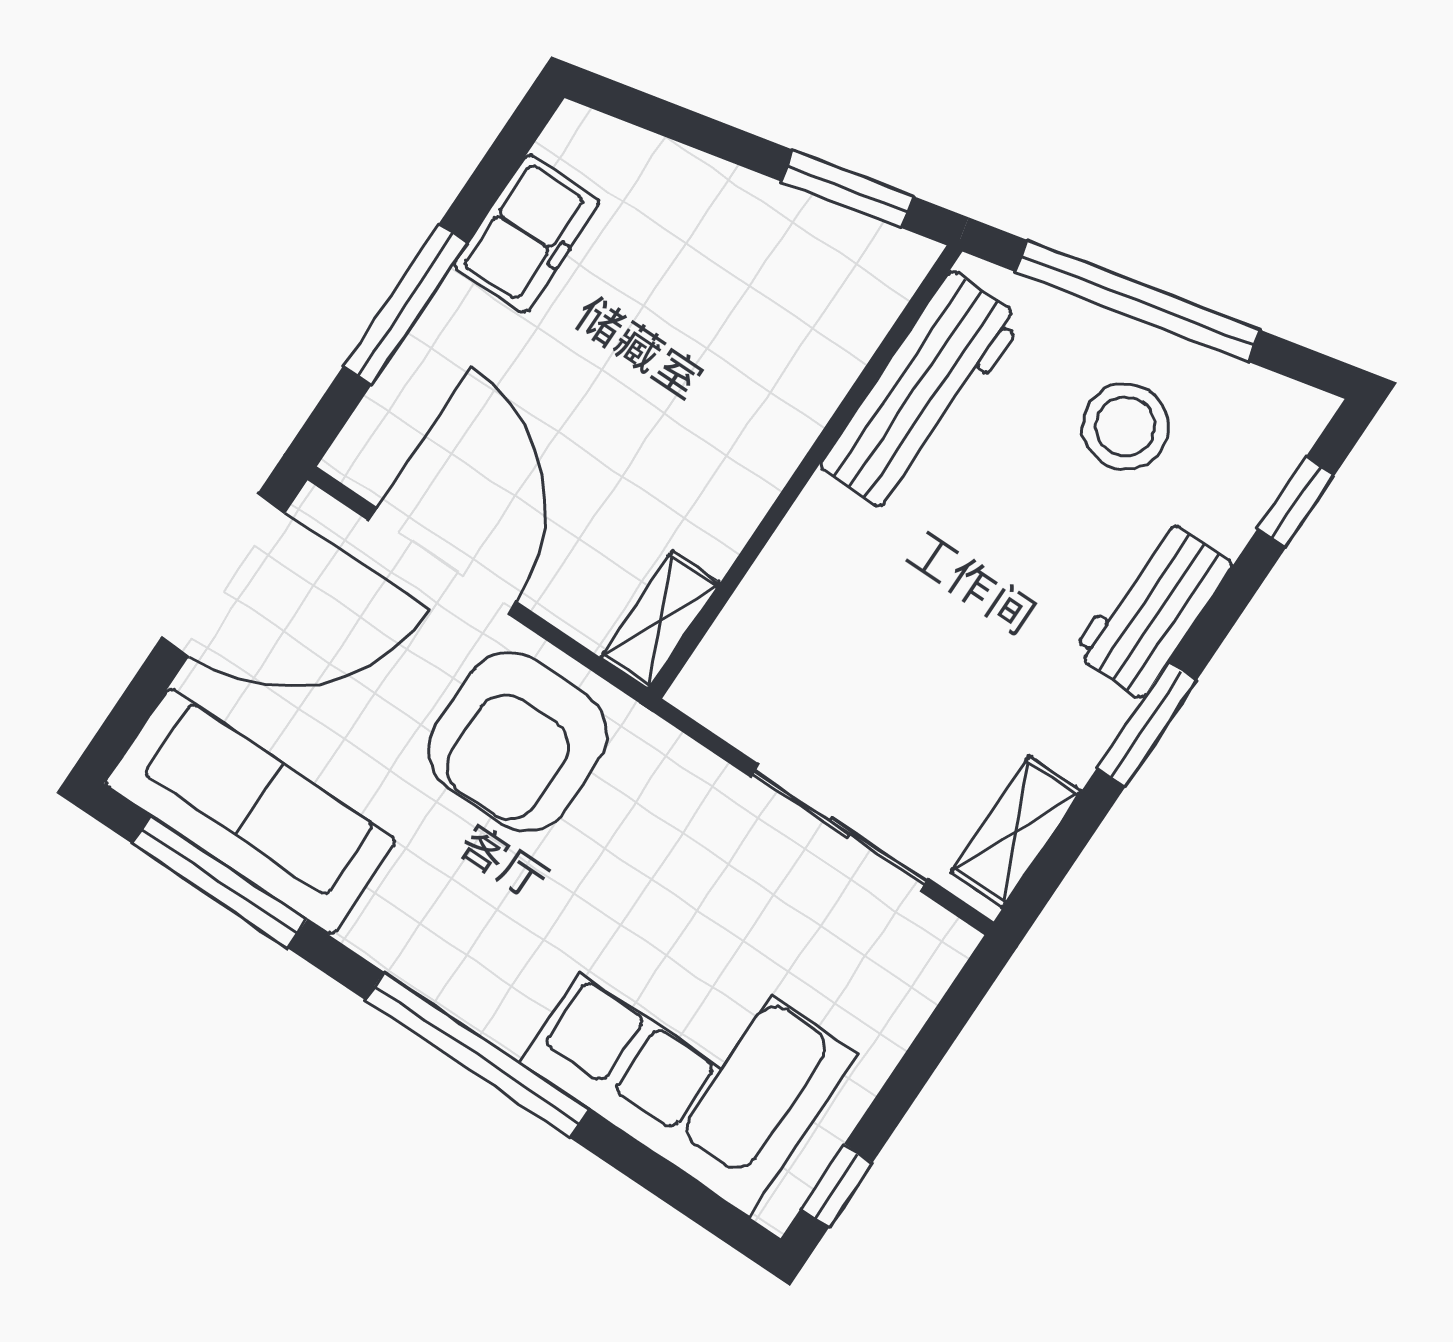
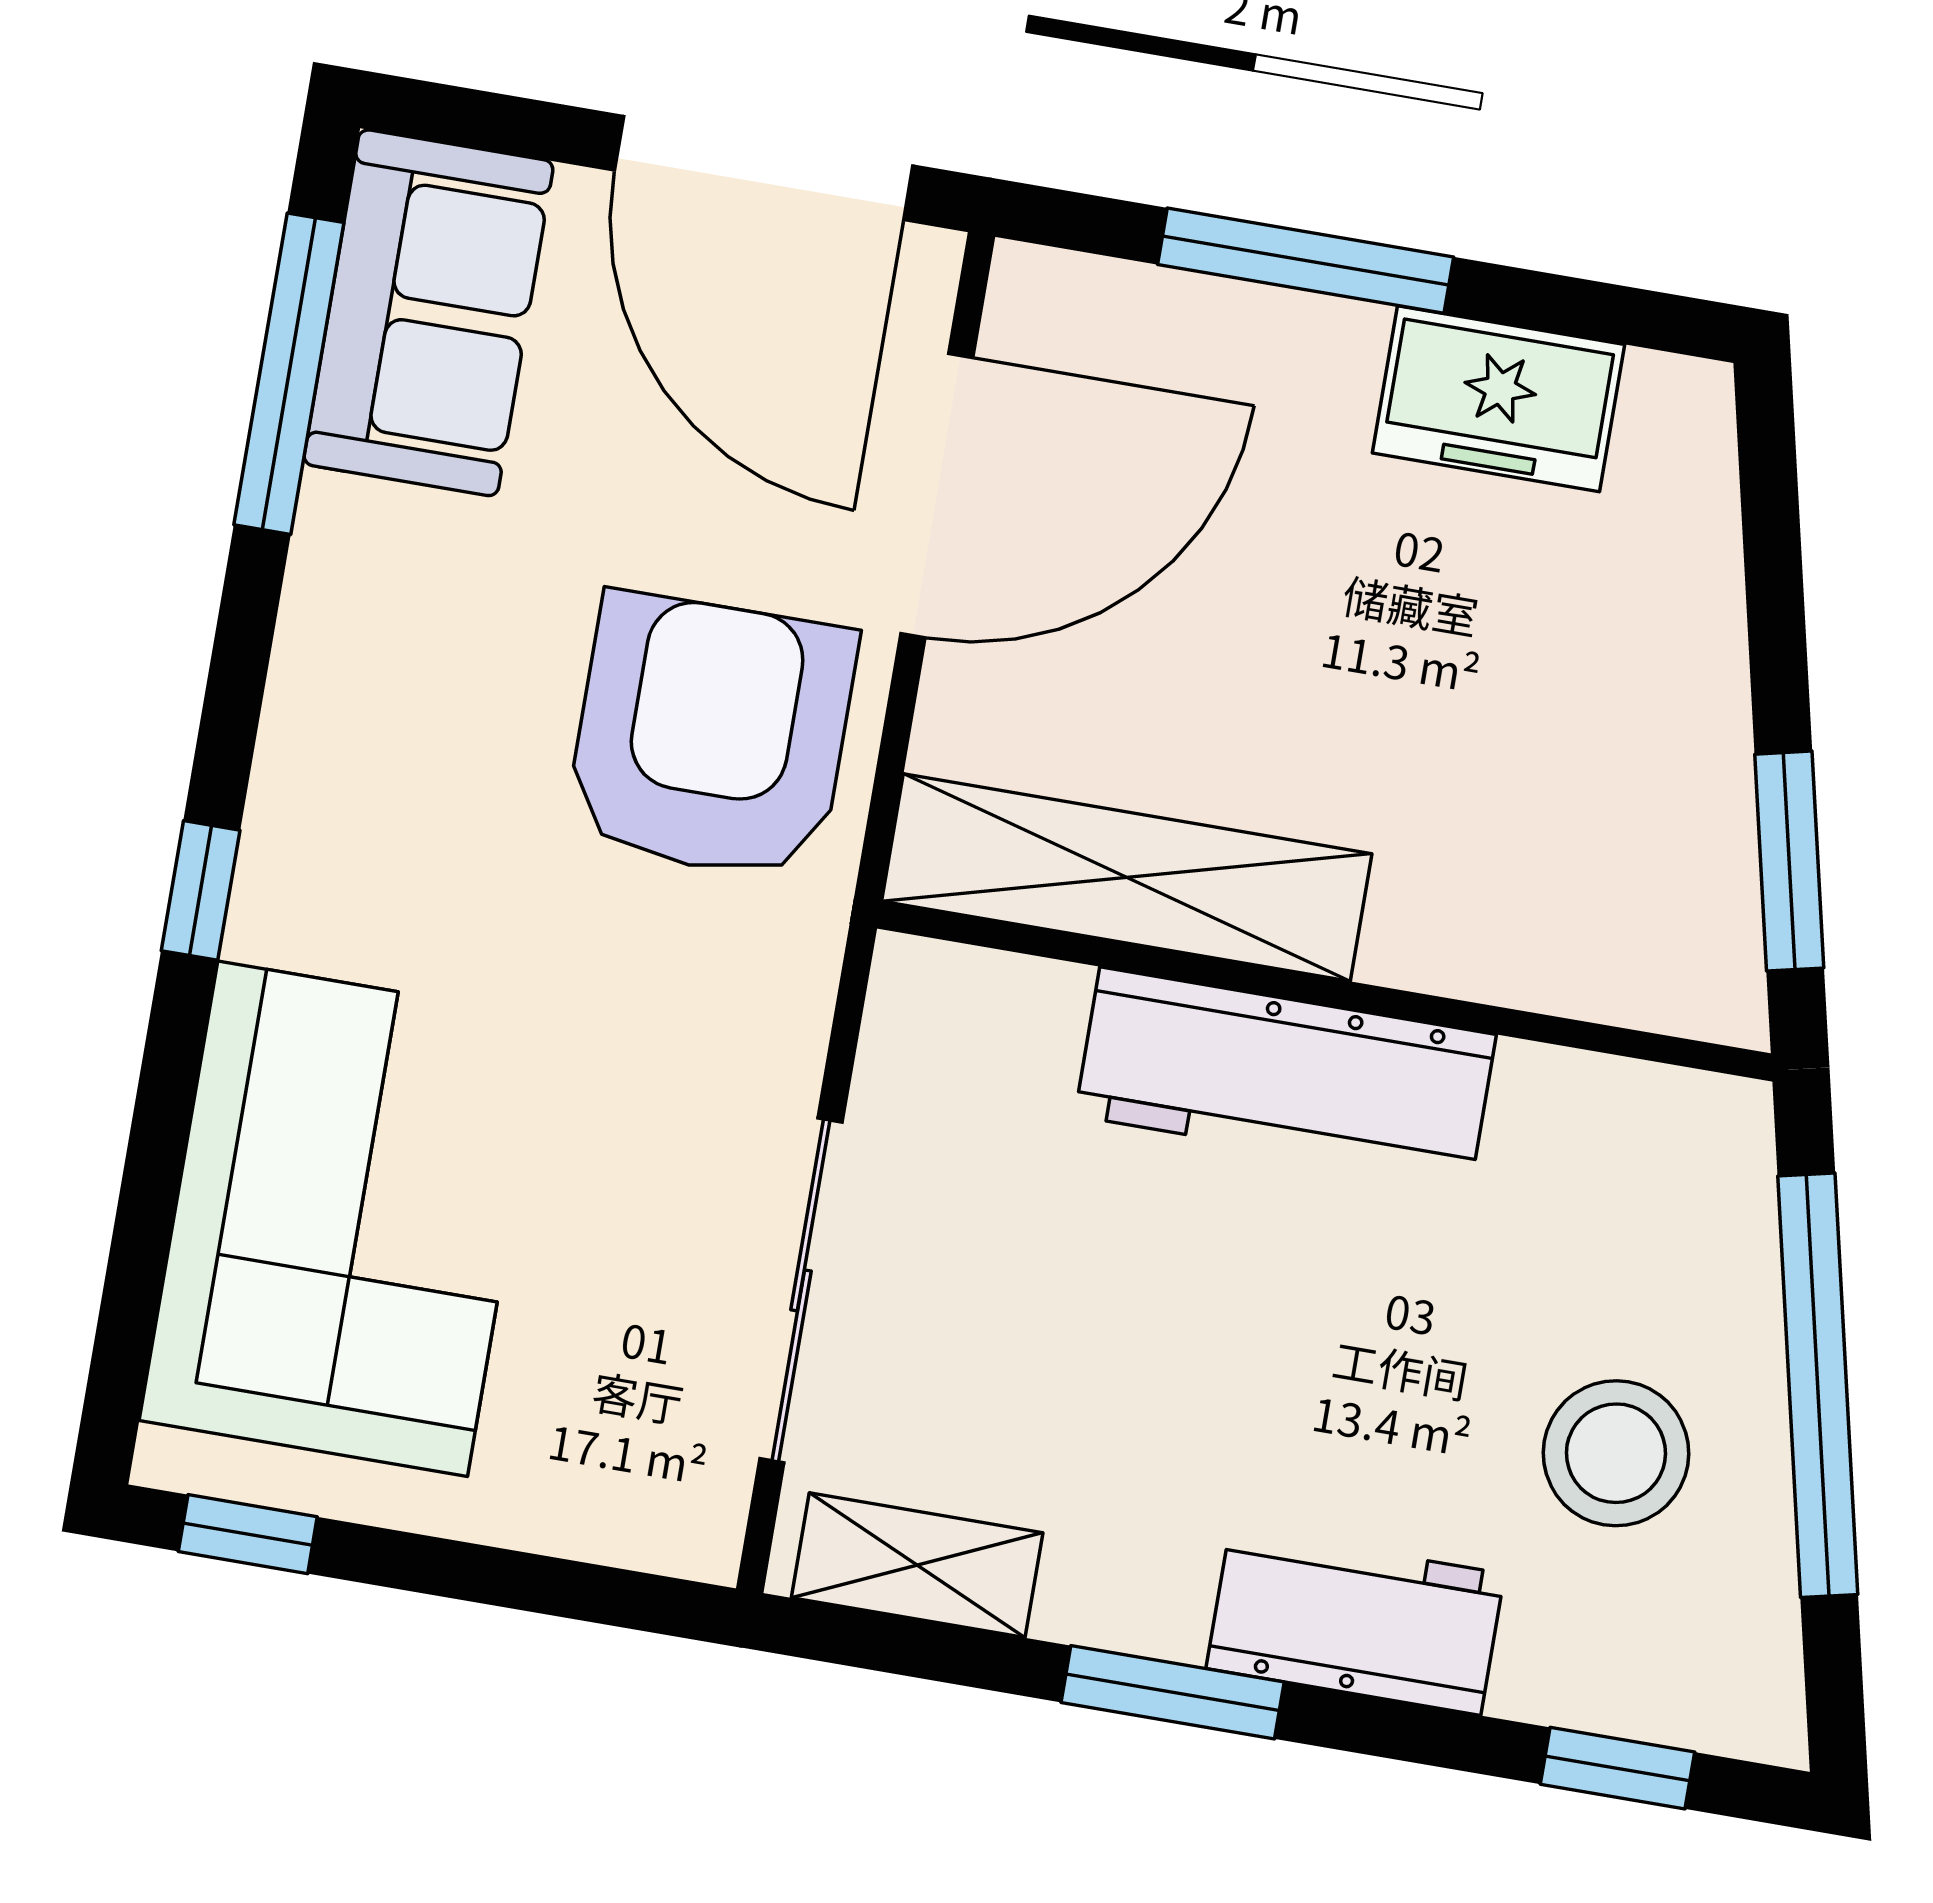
workbench: (921, 393) -> (1285, 1075), moved
shelving: (660, 620) -> (1127, 877), width x2.20, depth x1.33
armchair: (518, 742) -> (711, 737), turned 90
sofa: (250, 812) -> (428, 313), width x0.73
window: (477, 1055) -> (201, 890), width x0.32

